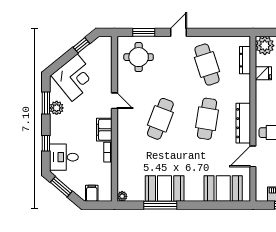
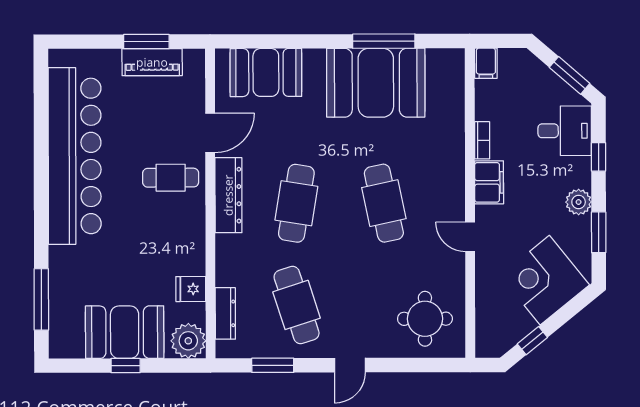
window: (144, 32) -> (273, 365), moved
plant: (57, 108) -> (579, 202), moved
cafe table: (160, 119) -> (384, 203), turned -33
booth: (165, 188) -> (376, 83), width x1.36, depth x1.42
filing cabinet: (92, 193) -> (486, 63), moved
plant: (122, 196) -> (455, 58), removed

